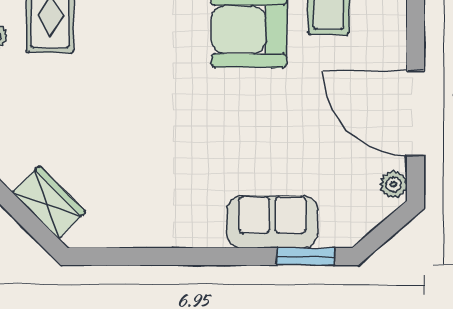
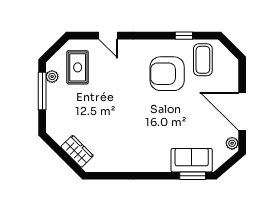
sofa: (272, 222) -> (192, 160), moved

